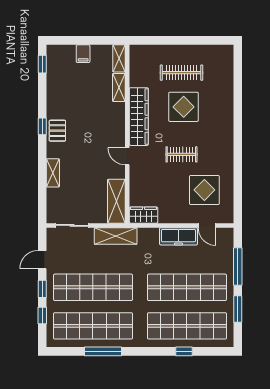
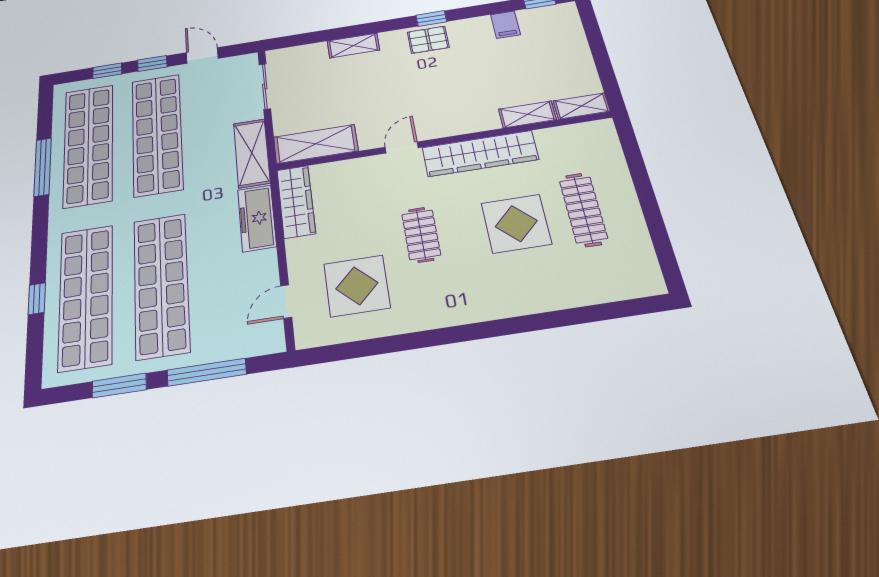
filing cabinet: (83, 54) -> (505, 25), moved, turned -90
wardrobe: (144, 215) -> (296, 202), width x1.50
freezer: (179, 236) -> (257, 218), moved

